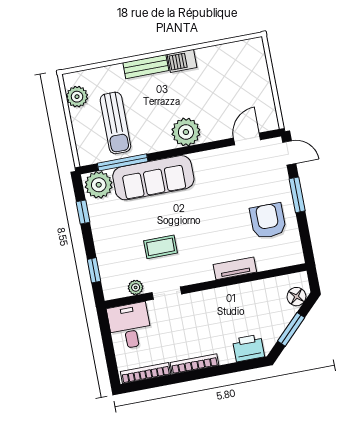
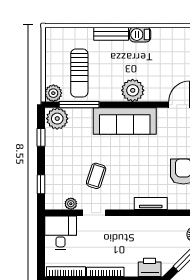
plant: (77, 97) -> (53, 93), moved
sofa: (153, 178) -> (125, 121), moved
coffee table: (161, 247) -> (96, 176), turned -72

